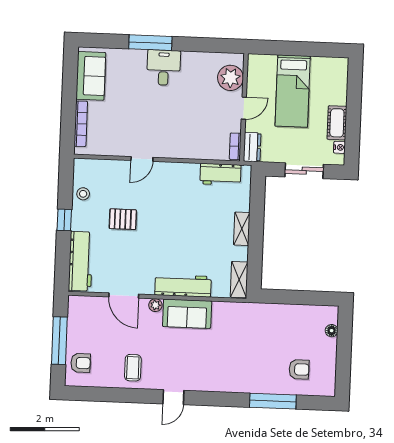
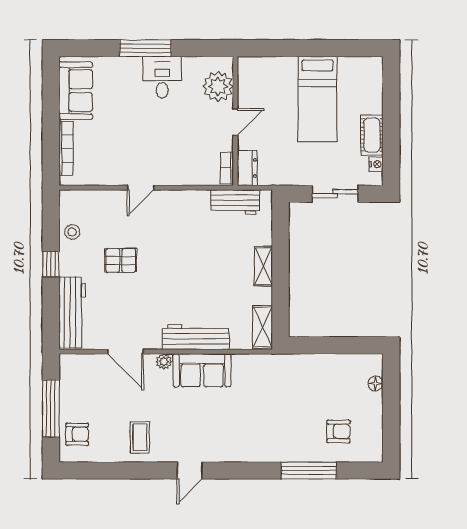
plant: (230, 78) -> (218, 86), moved
wall: (244, 107) -> (235, 121), moved
door: (244, 108) -> (235, 122), moved
bookcase: (235, 146) -> (227, 168), moved
dresser: (252, 147) -> (247, 168), moved

